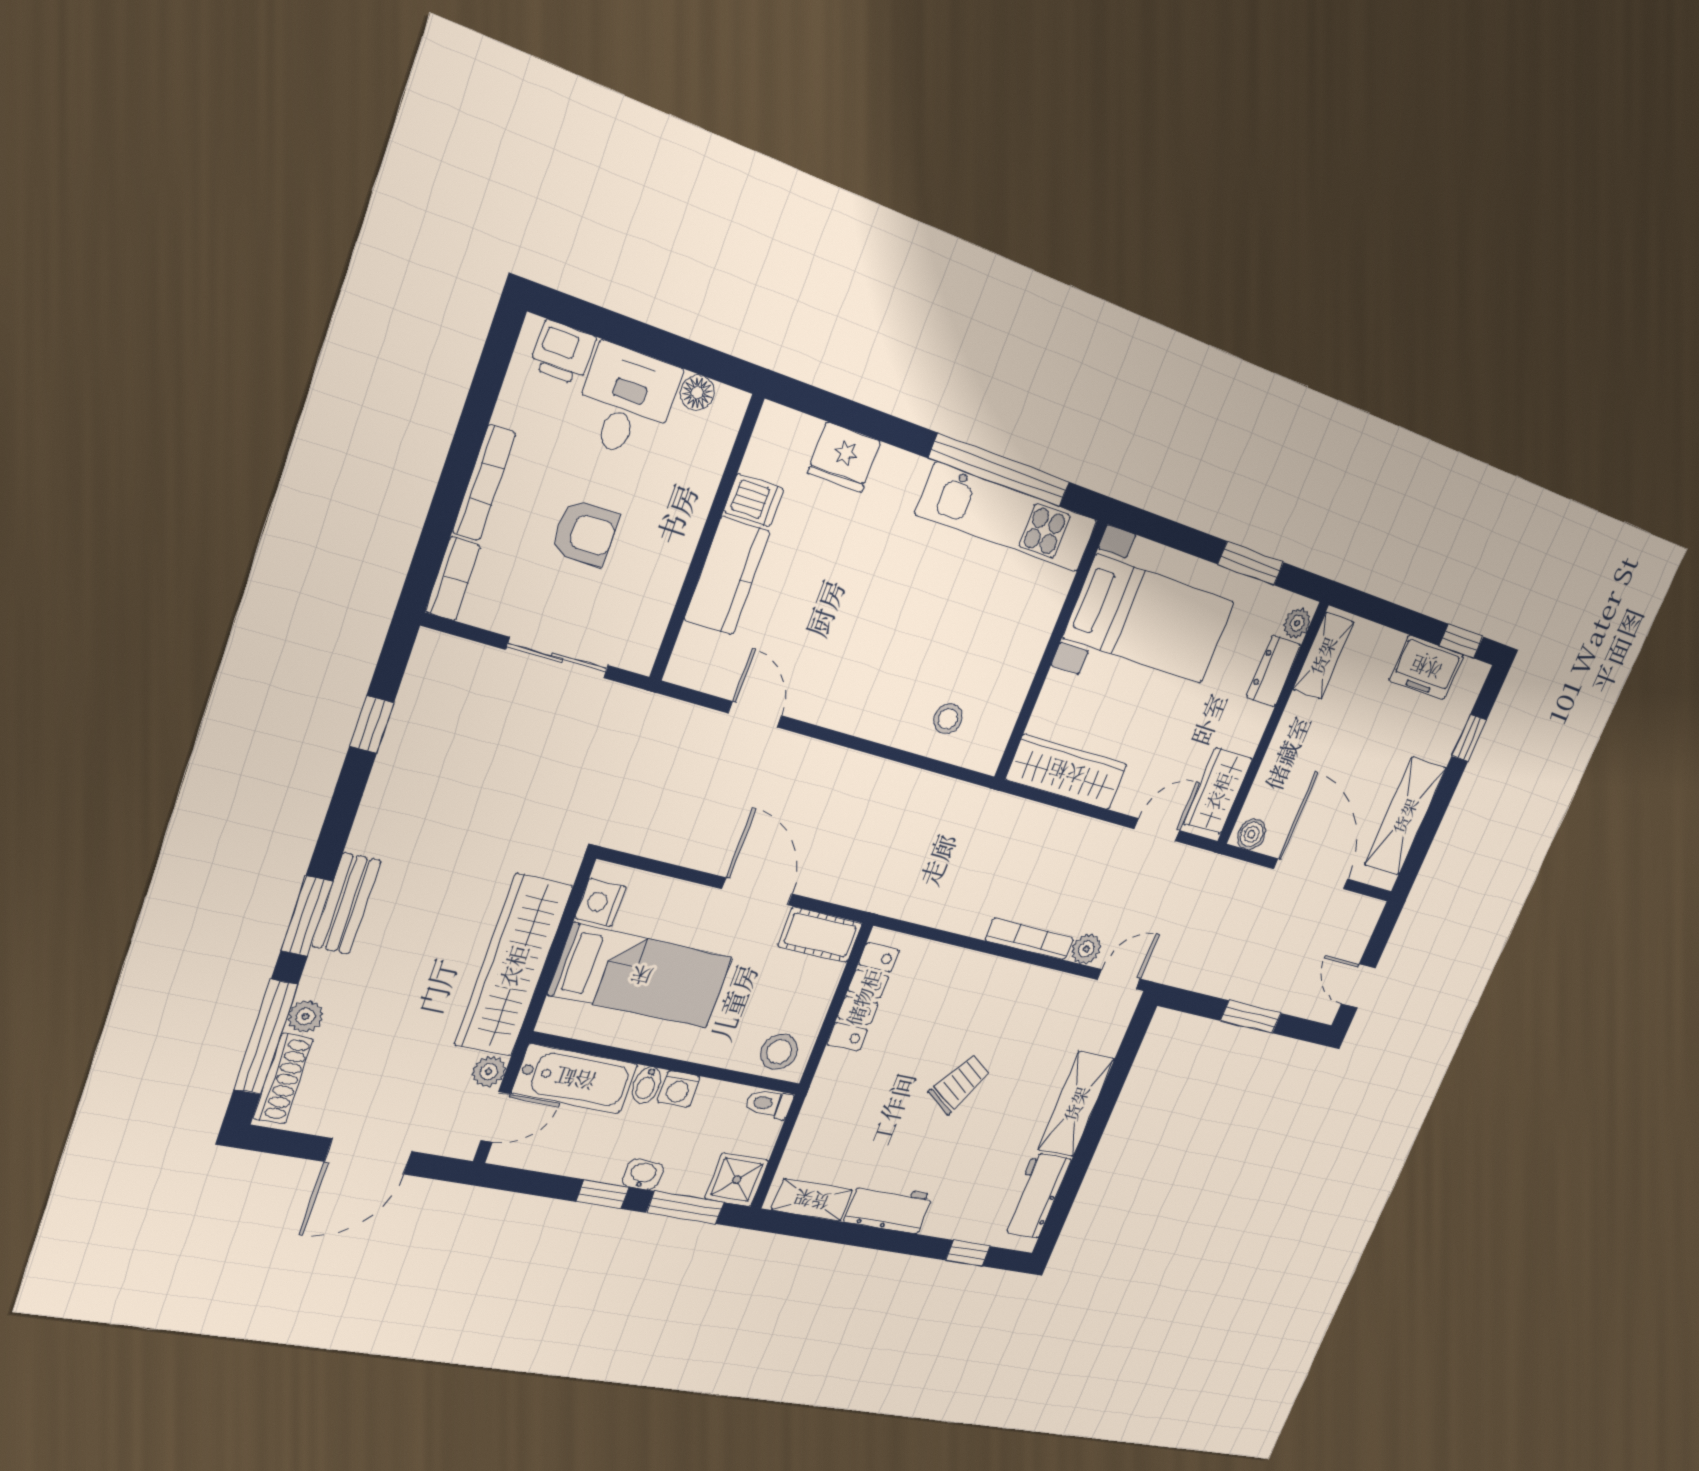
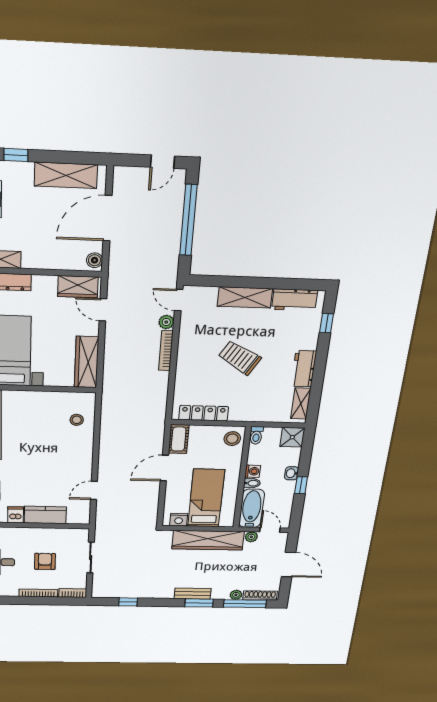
window: (1251, 1017) -> (188, 220), width x2.11
trolley: (960, 1084) -> (240, 358), width x1.36, depth x1.39
window: (685, 1208) -> (306, 453), removed

